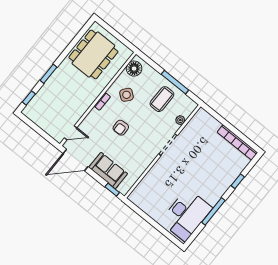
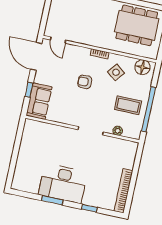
window: (175, 82) -> (149, 109), width x1.46
sofa: (108, 171) -> (39, 101), moved
window: (112, 190) -> (29, 90), moved
window: (213, 211) -> (52, 200), width x0.69
desk: (186, 215) -> (63, 183), moved

